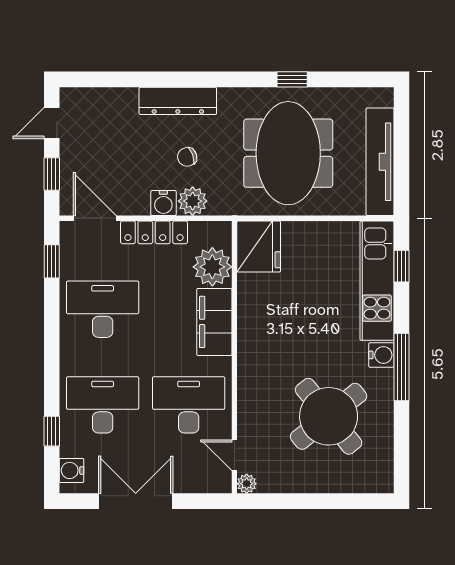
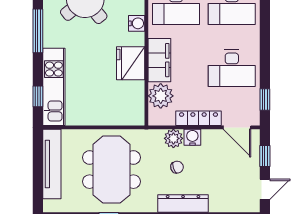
fridge: (259, 246) -> (131, 63), moved
water cooler: (381, 355) -> (137, 23), moved, turned 180

